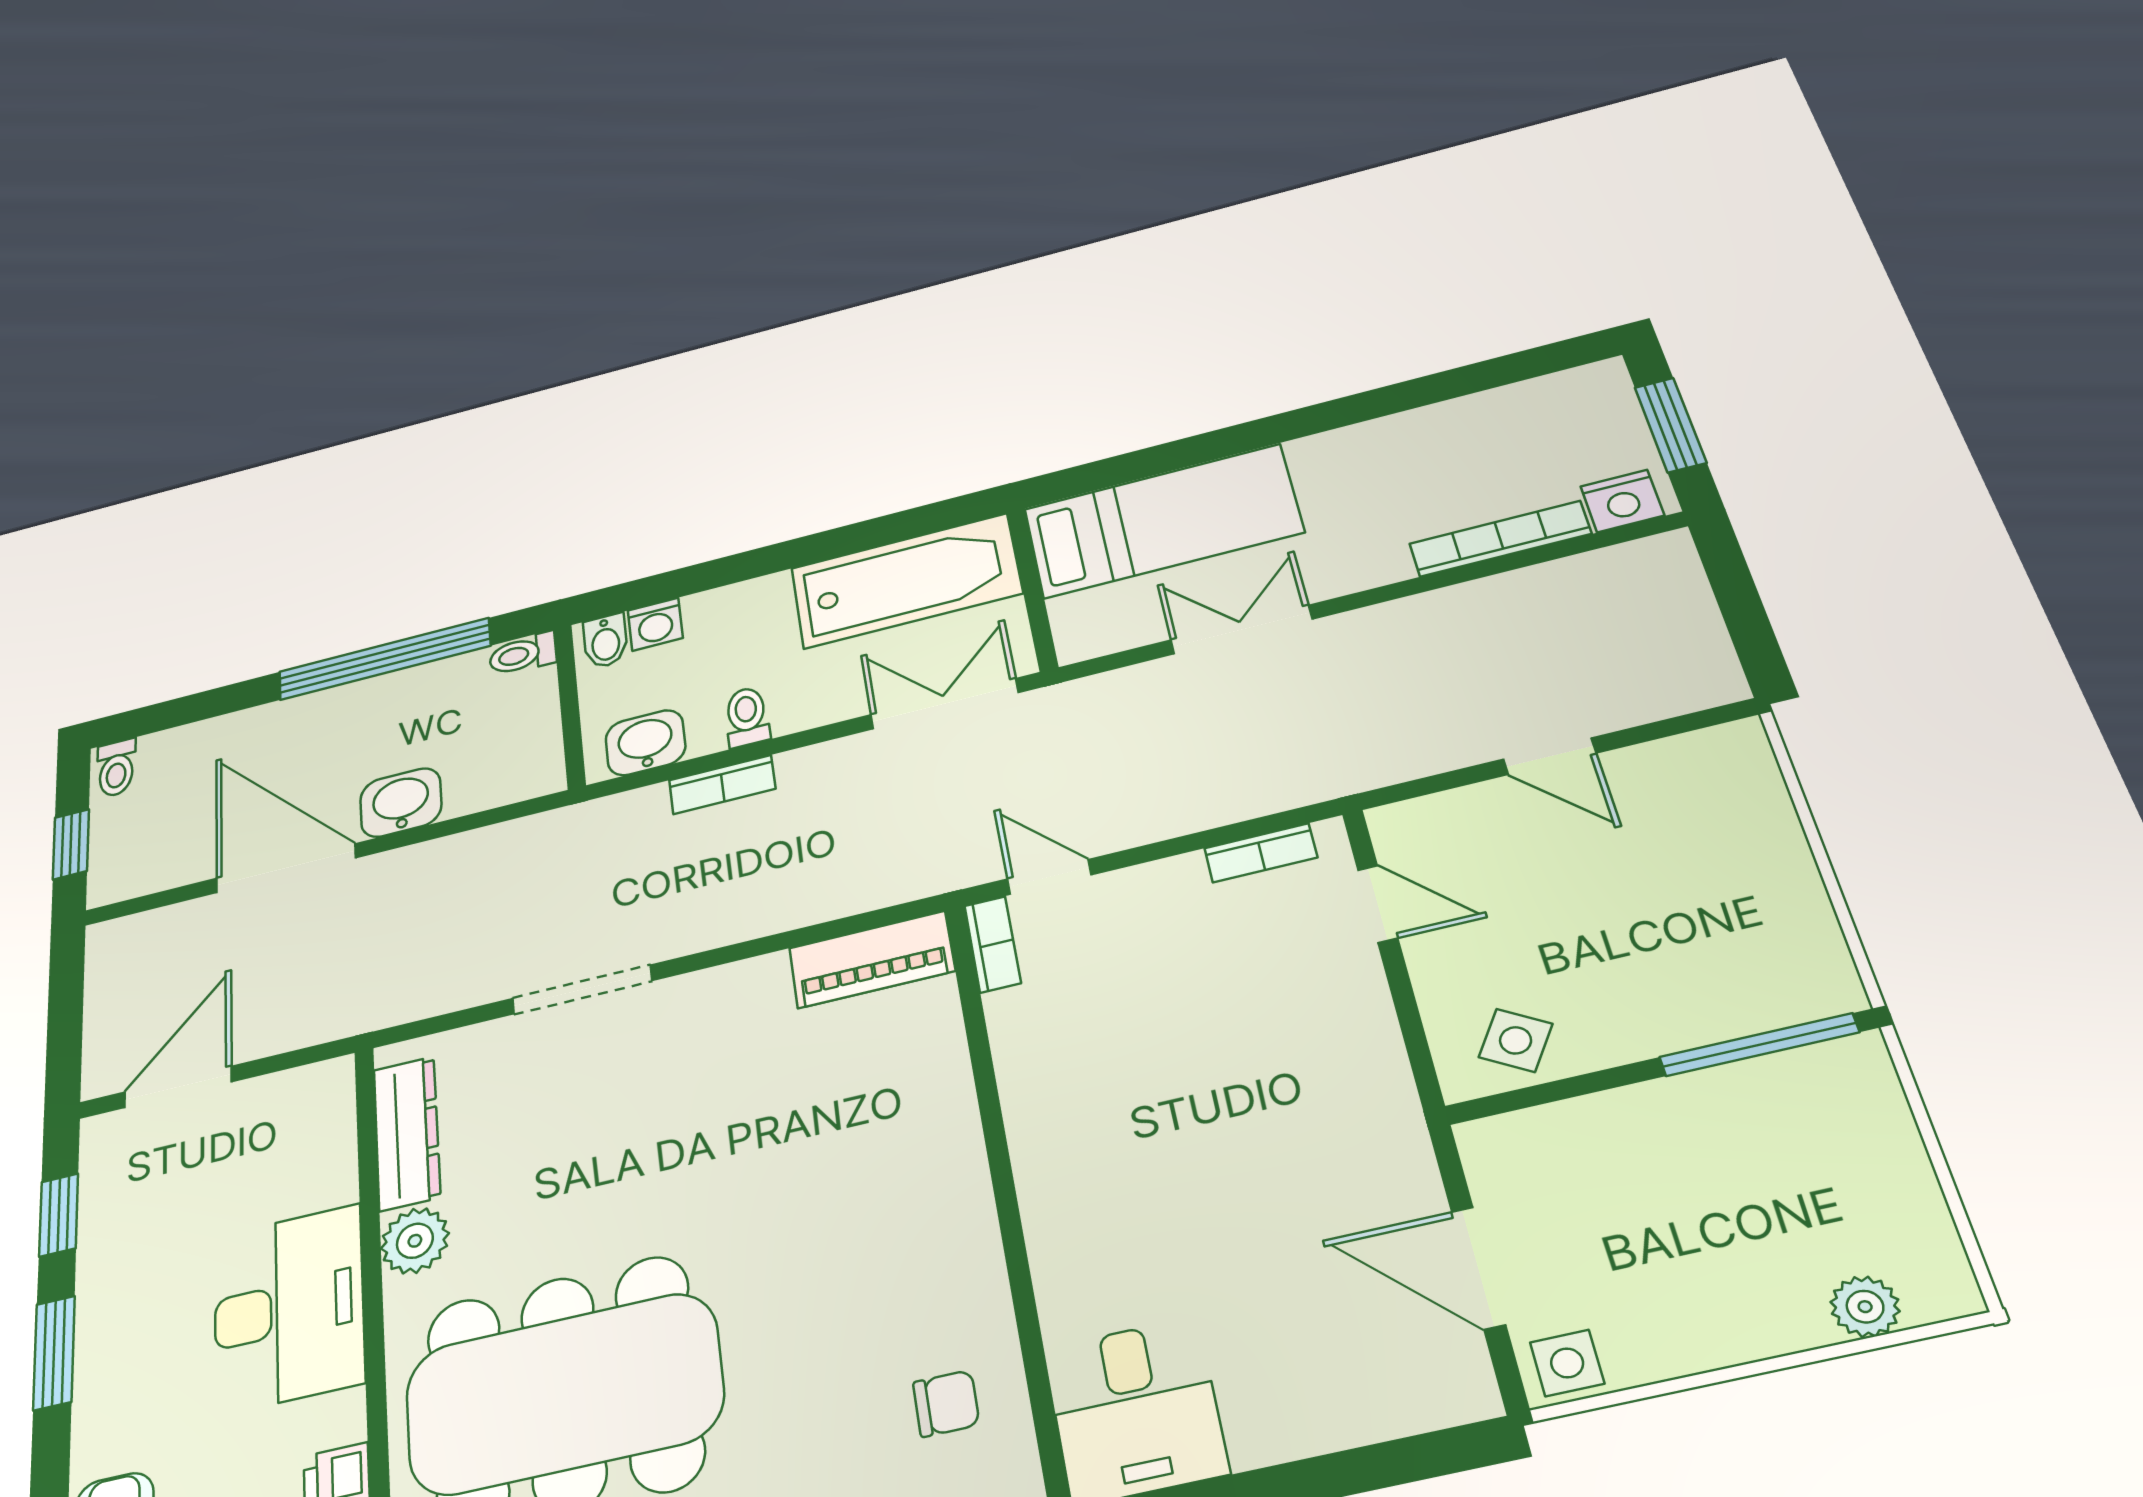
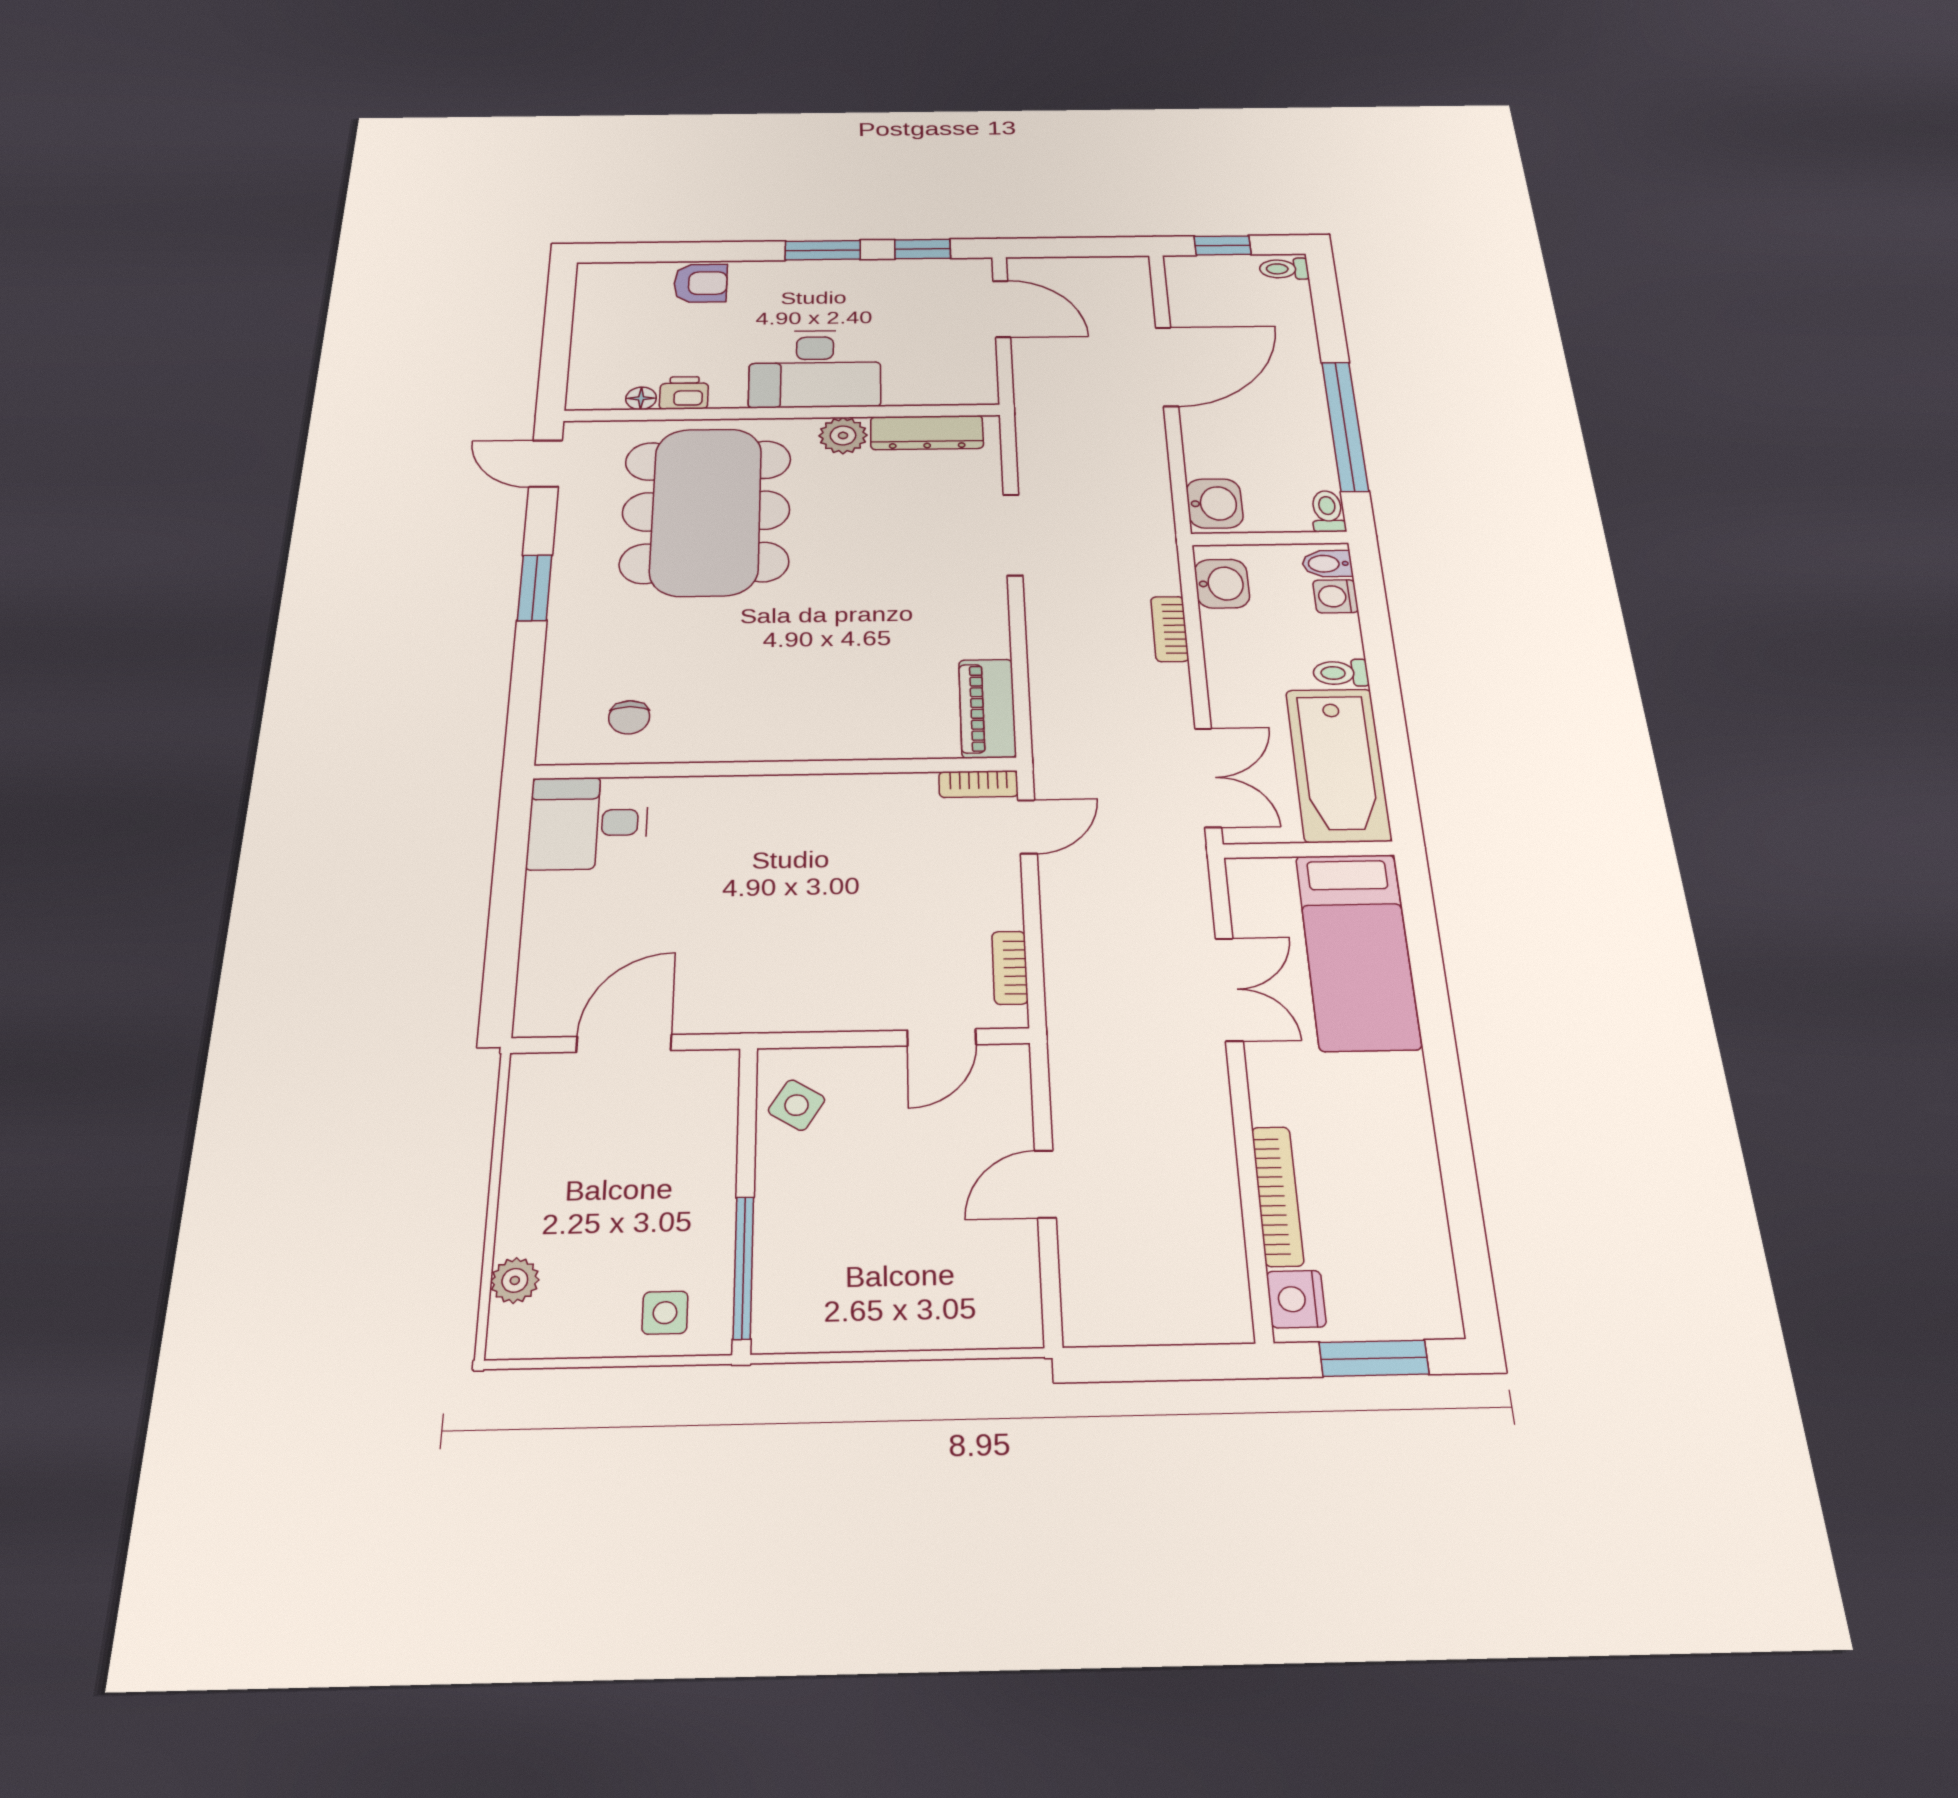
toilet: (747, 717) -> (1341, 673), moved, turned 180
washbasin: (401, 802) -> (1215, 503), moved
side table: (1567, 1363) -> (665, 1313), moved

